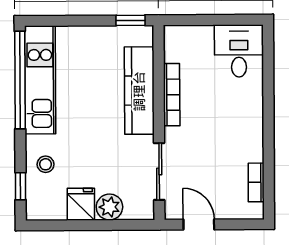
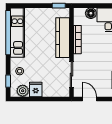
floor lamp: (201, 37) -> (91, 13), added
plant: (109, 207) -> (23, 91), moved

